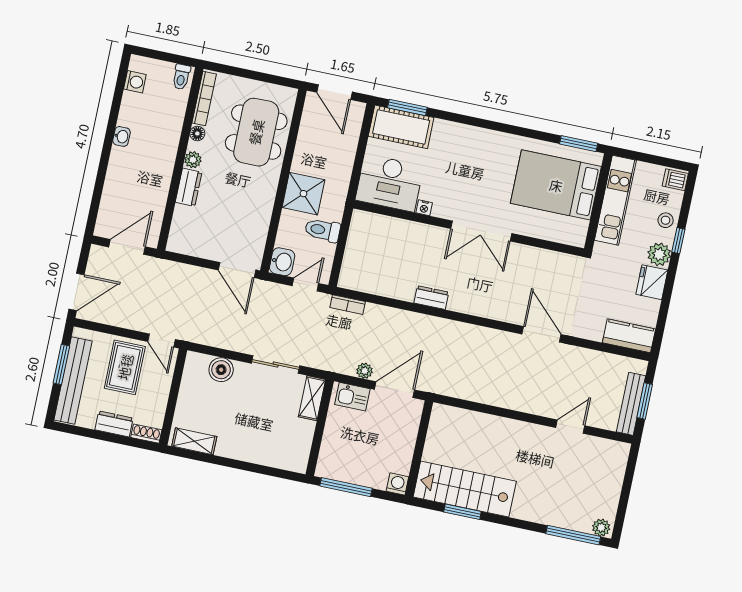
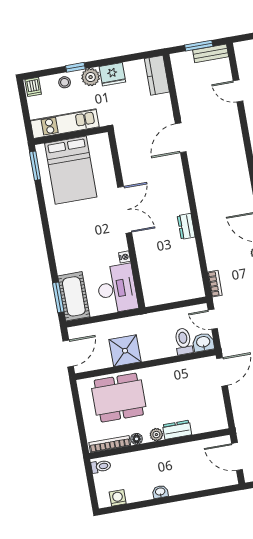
shower: (303, 194) -> (125, 351), moved
toilet: (322, 230) -> (183, 341), moved, turned 180
bench: (631, 404) -> (211, 53), width x0.73

